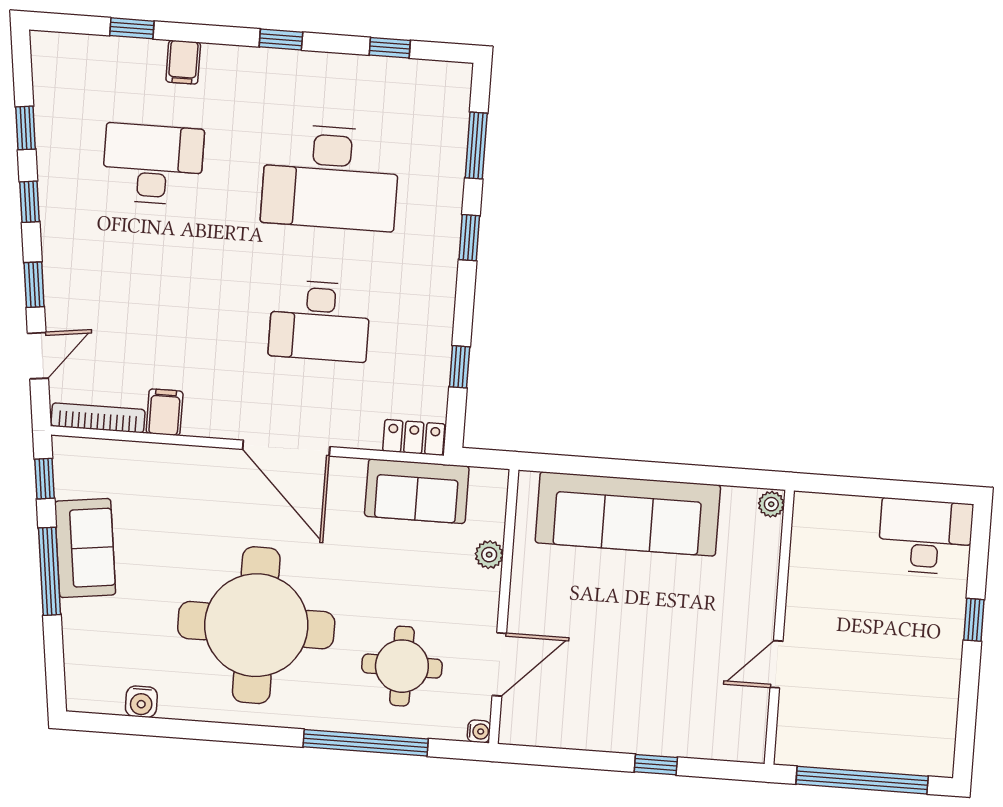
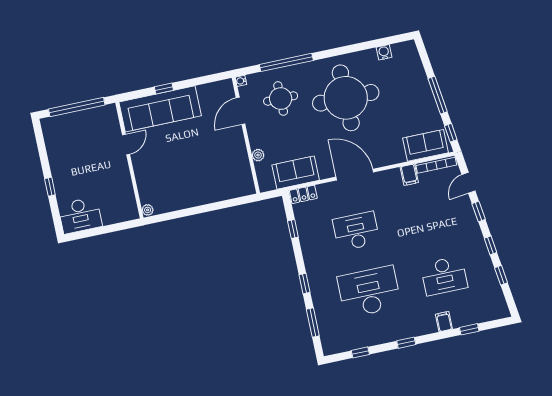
sofa: (628, 514) -> (160, 109), moved, turned 180
sofa: (85, 548) -> (426, 145), moved, turned 97

